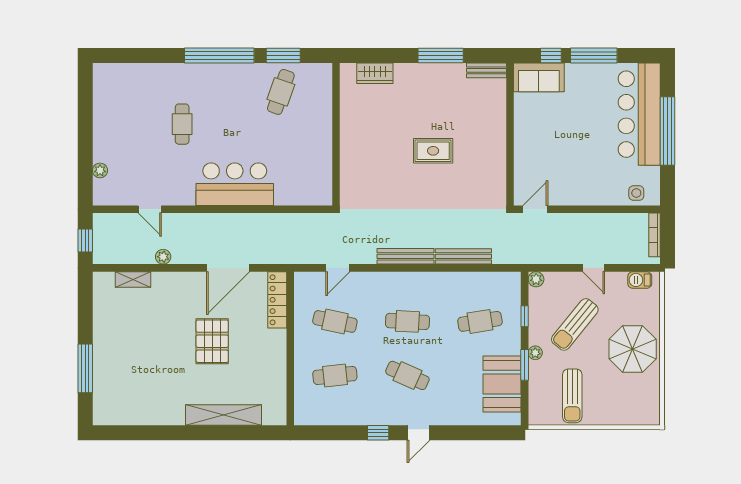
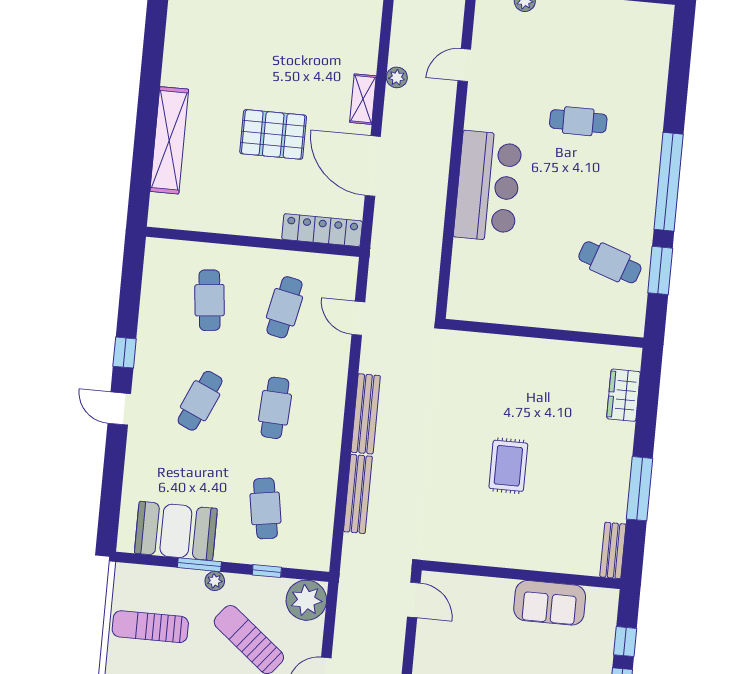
sofa: (539, 77) -> (550, 603), moved, turned -90
shelving: (133, 279) -> (363, 99), moved
plant: (536, 279) -> (306, 600), width x1.88, depth x1.88

